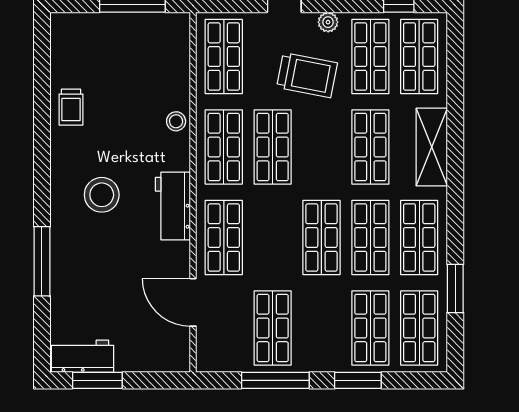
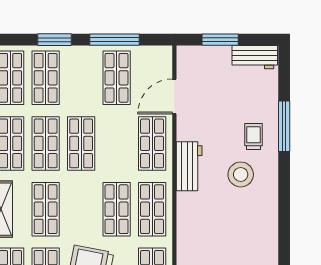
trolley: (71, 107) -> (254, 137), moved
stool: (176, 121) -> (187, 228), removed
door: (193, 302) -> (174, 96), swing flipped
window: (97, 380) -> (220, 40), moved

